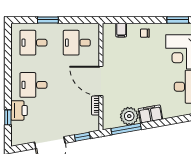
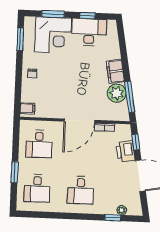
filing cabinet: (121, 30) -> (28, 108), moved
printer: (19, 110) -> (126, 151), moved, turned -100
plant: (16, 126) -> (122, 210), added

